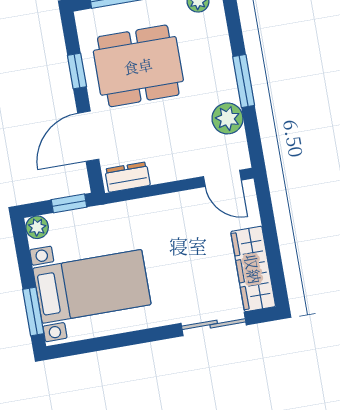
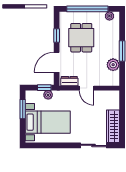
dining table: (138, 66) -> (81, 38), width x0.73
door: (222, 178) -> (87, 88), moved
plant: (37, 227) -> (48, 95), moved
window: (33, 312) -> (23, 109), moved

